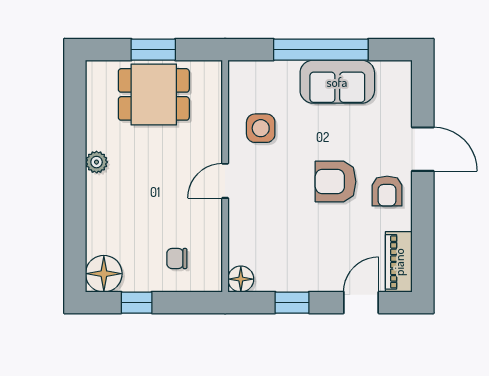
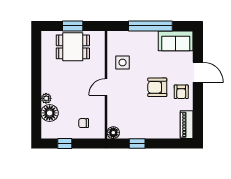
sofa: (337, 82) -> (176, 41), moved
plant: (97, 162) -> (46, 98), moved
floor lamp: (104, 274) -> (50, 113), moved
door: (361, 303) -> (169, 144), removed

